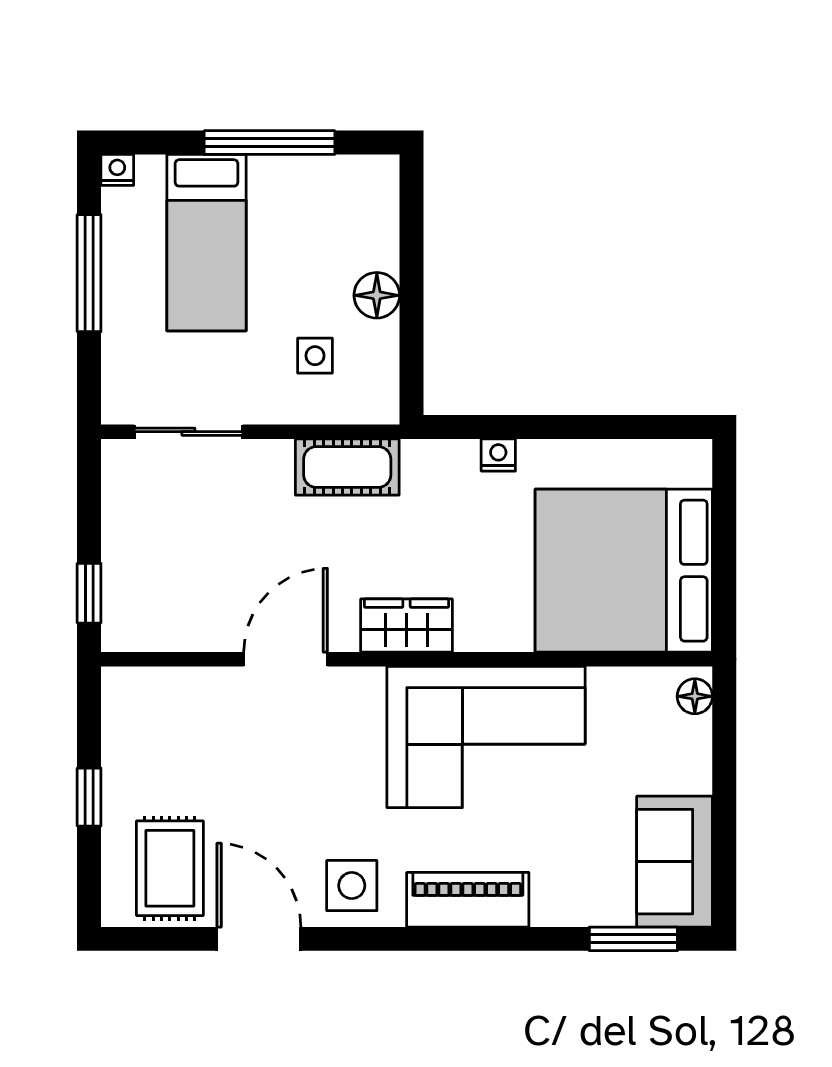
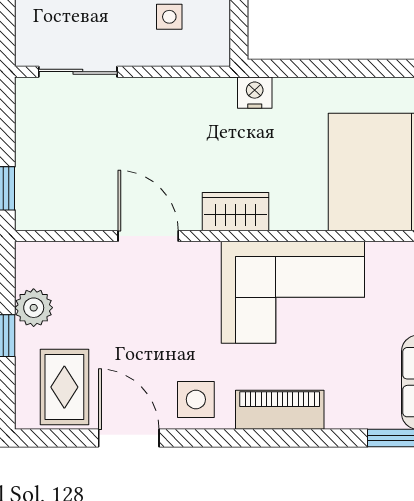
nightstand: (498, 455) -> (255, 93), moved, width x1.39, depth x1.35
cot: (347, 467) -> (193, 97), removed
door: (286, 659) -> (148, 236), hinge flipped
plant: (127, 758) -> (34, 308), added

